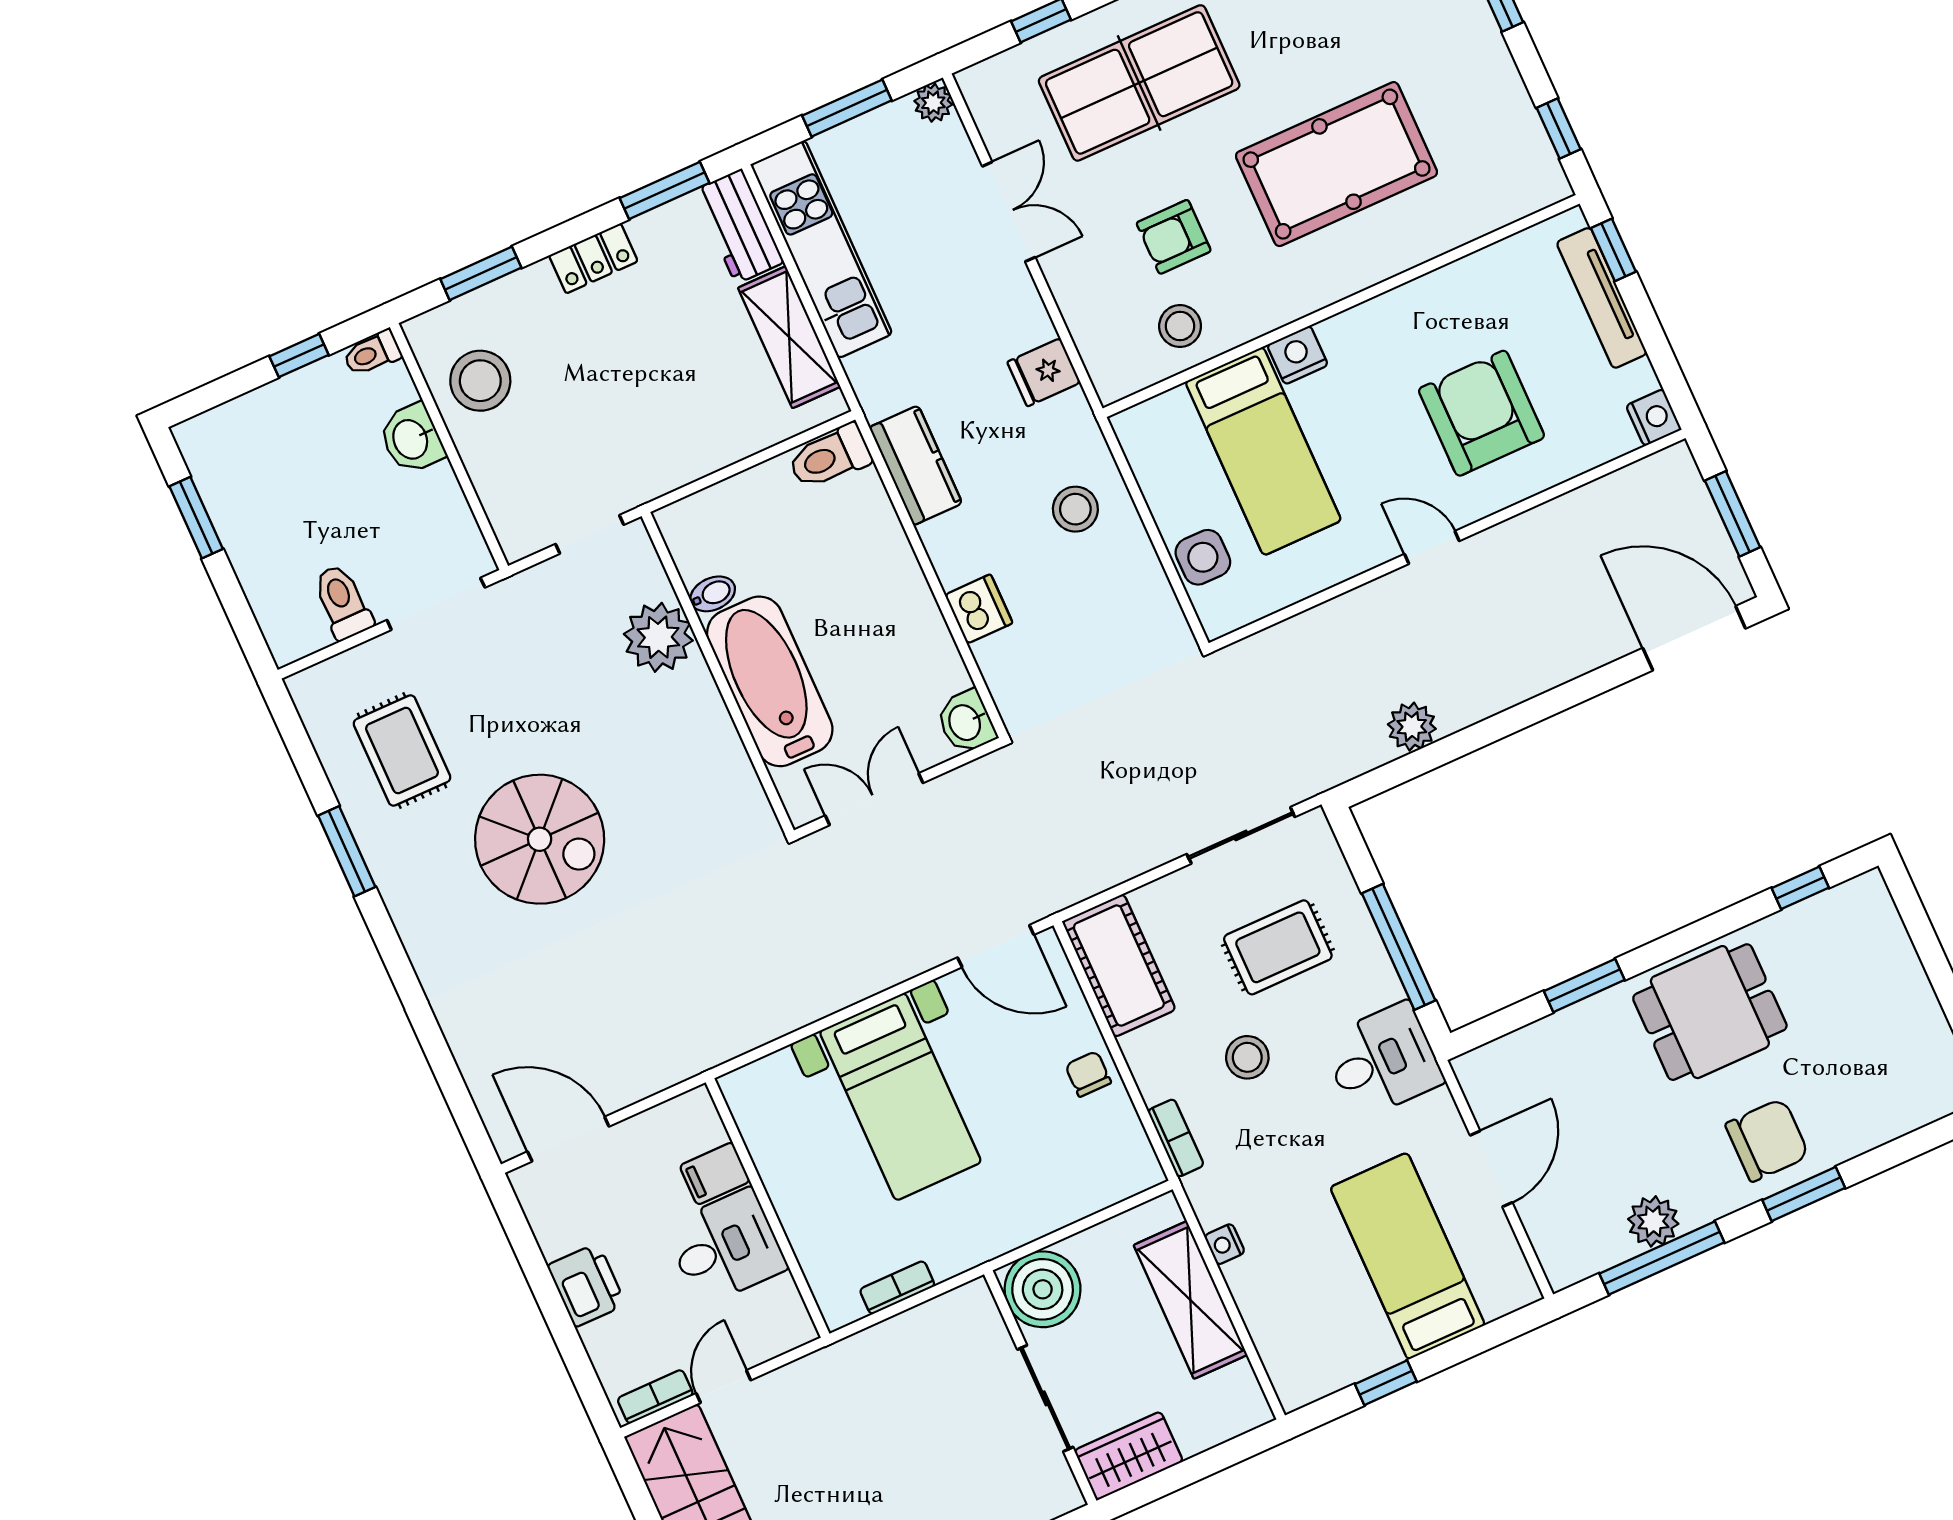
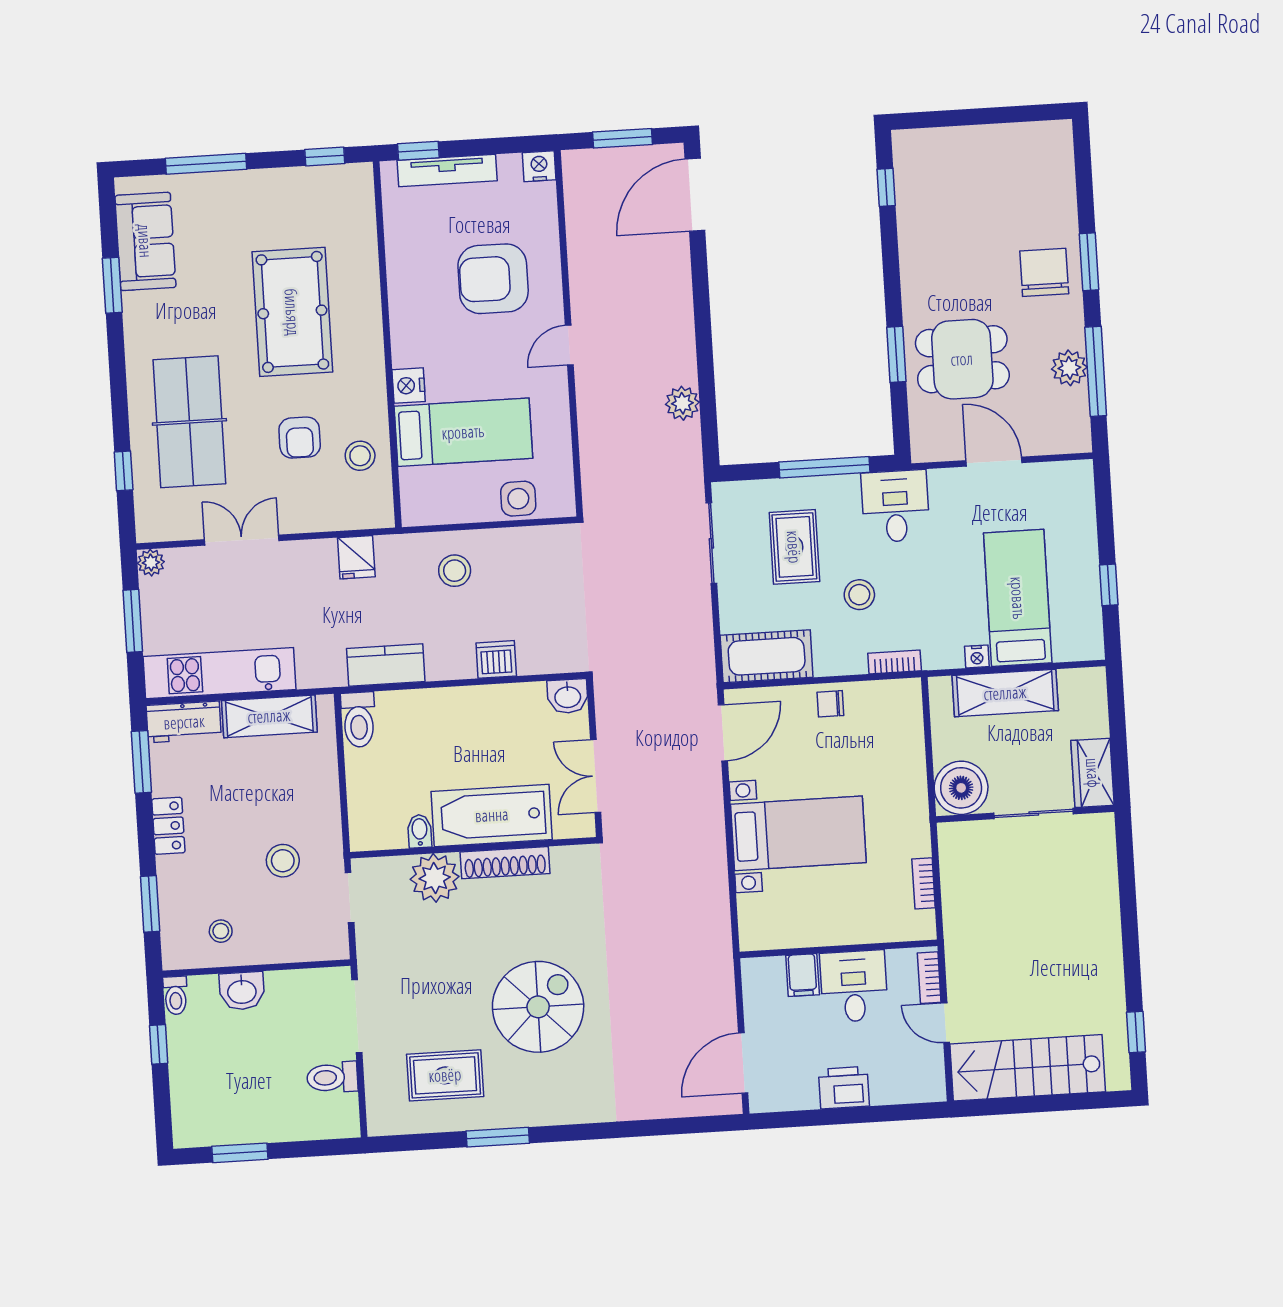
stool: (480, 381) -> (221, 931), width x0.53, depth x0.53
stool: (605, 427) -> (283, 861), added
shoe rack: (714, 723) -> (505, 863), added
dining table: (1710, 1012) -> (962, 359), moved, turned 90
bed: (1408, 1256) -> (1018, 598), moved, turned 90
bookcase: (655, 1397) -> (929, 978), moved

